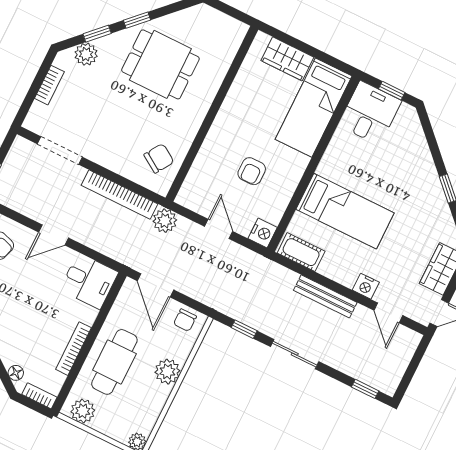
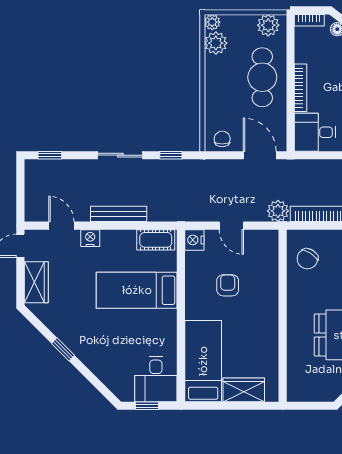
bookcase: (73, 349) -> (301, 88), moved
plant: (167, 372) -> (216, 43), moved

